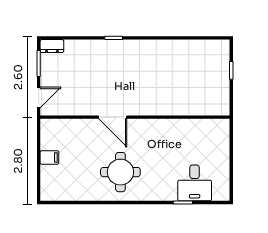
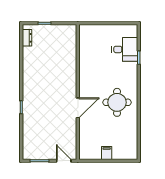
dresser: (52, 46) -> (27, 38), moved

